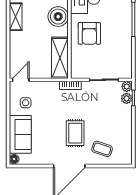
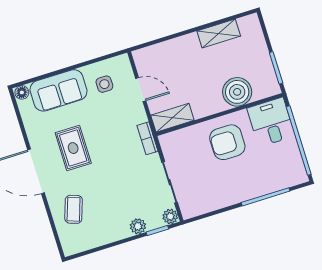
shelving: (60, 58) -> (172, 118), width x0.67, depth x0.75
door: (21, 80) -> (141, 90), moved
plant: (127, 98) -> (138, 226), moved
rug: (75, 133) -> (73, 148), moved, turned 90

